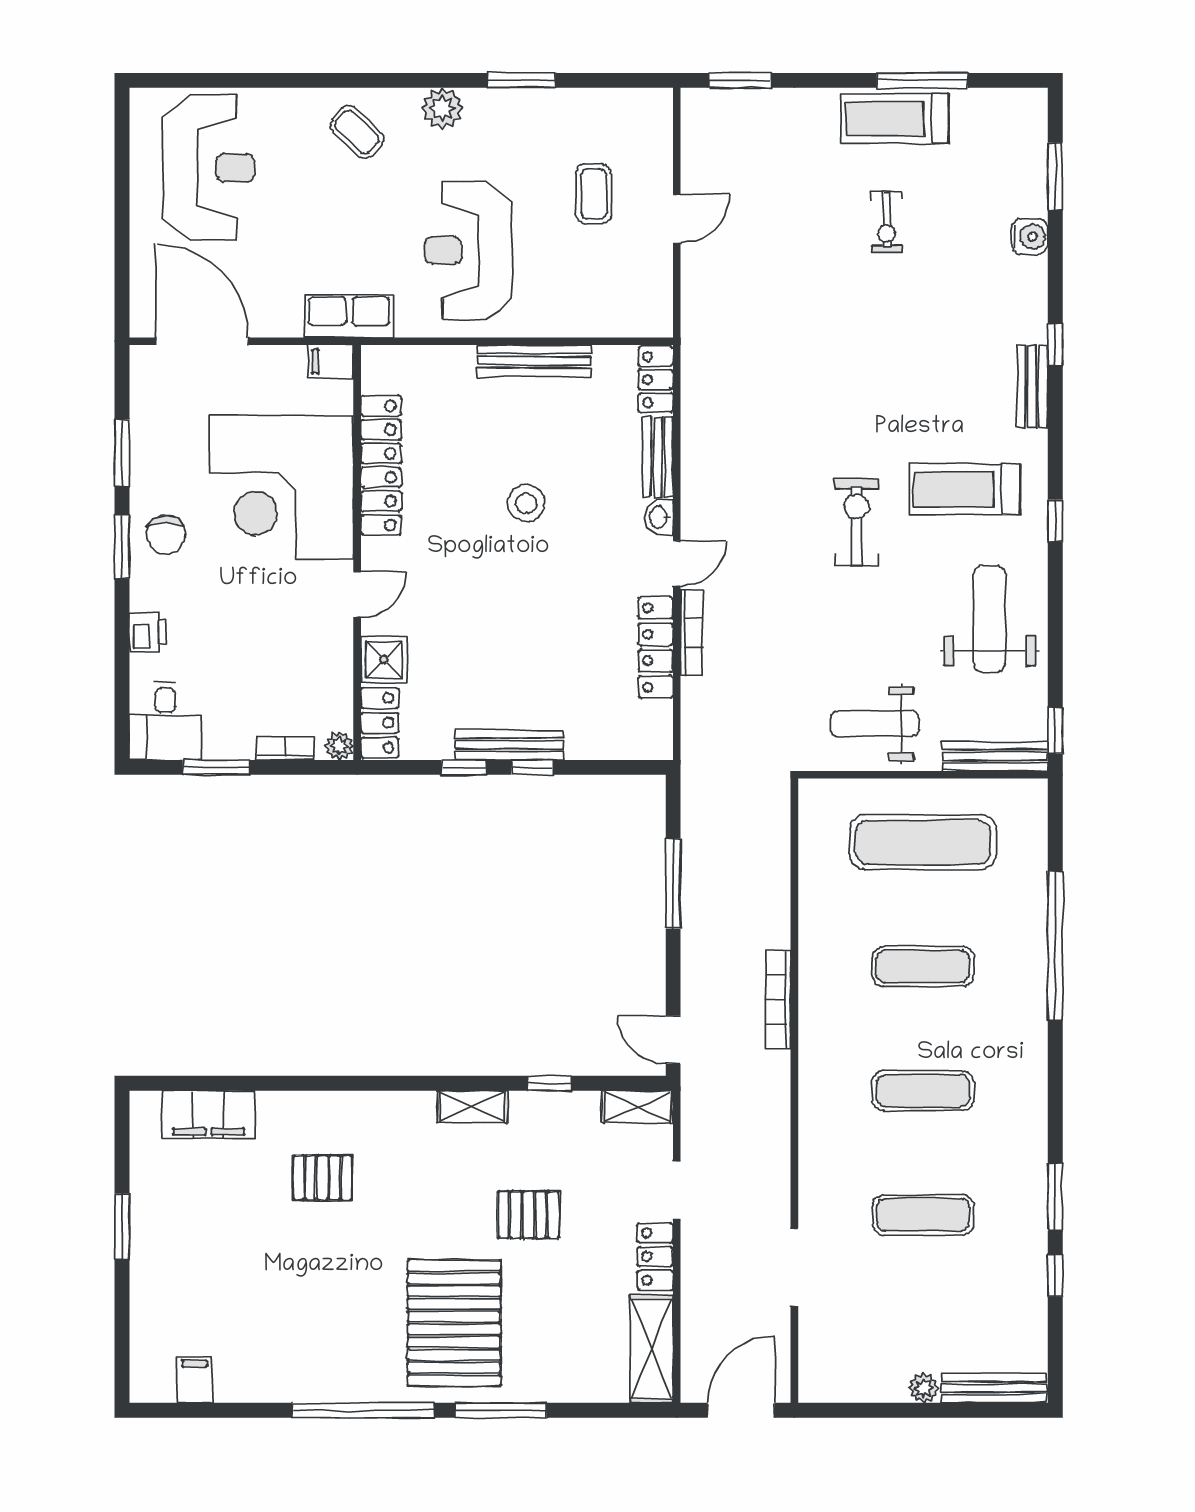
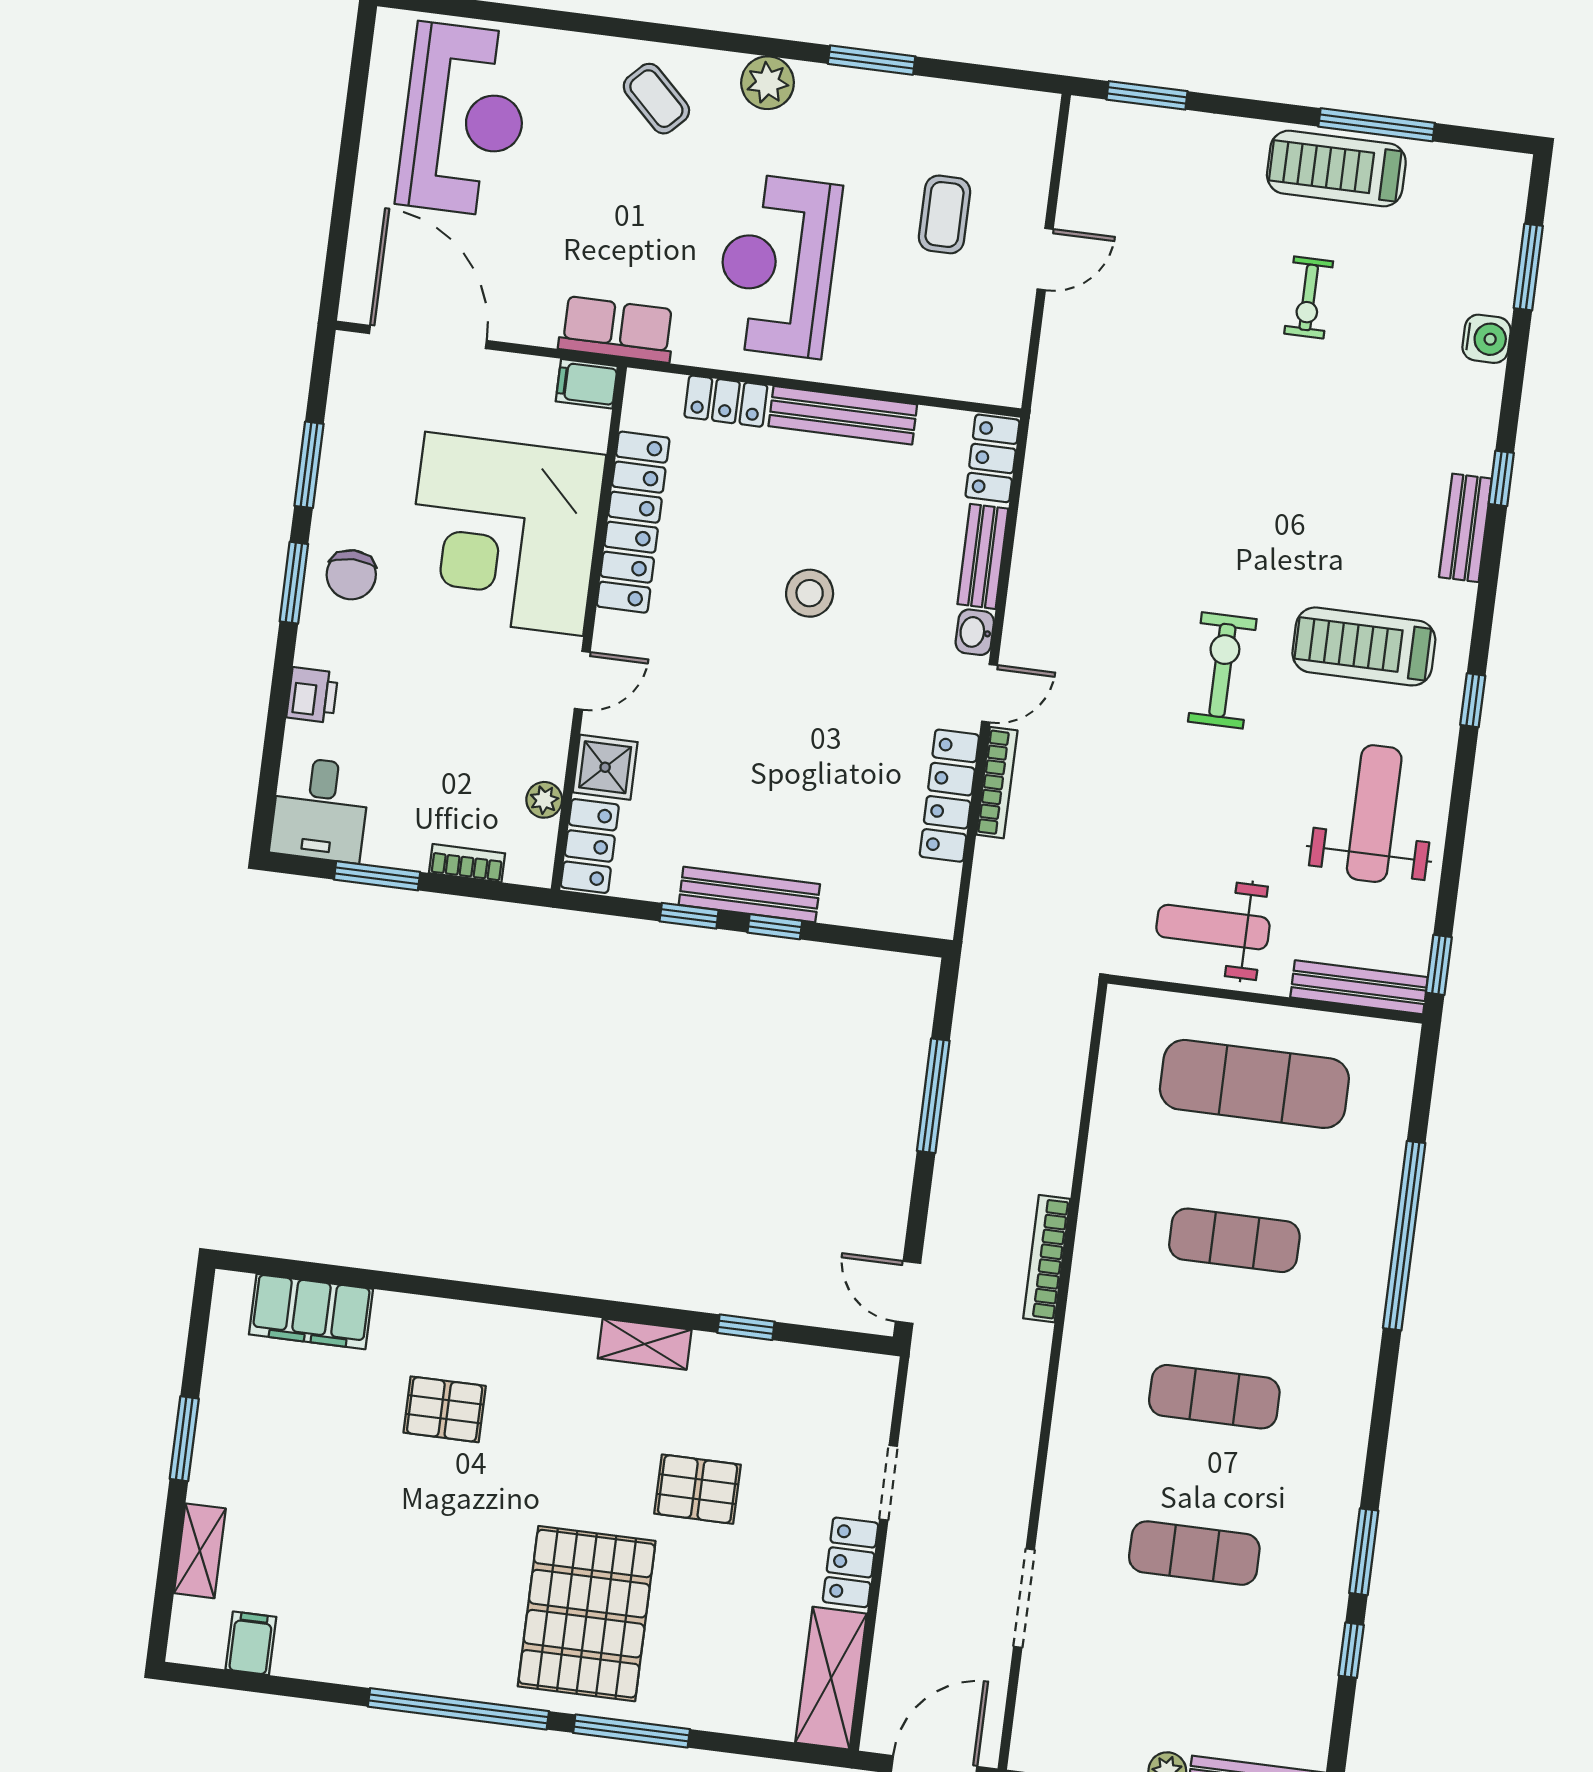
locker: (441, 361) -> (726, 401), added
plant: (339, 746) -> (544, 800), moved
shelving: (637, 1107) -> (200, 1551), moved, turned 90

